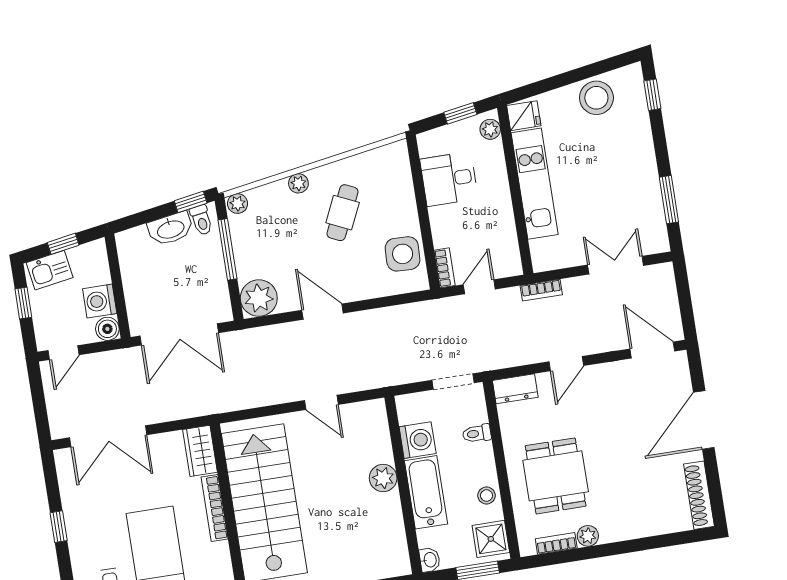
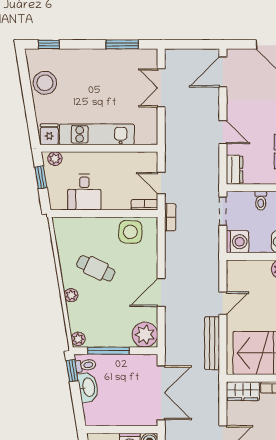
bookcase: (541, 290) -> (170, 217), moved
bench: (262, 396) -> (212, 343), added
washing machine: (418, 440) -> (237, 242), moved, turned 90

